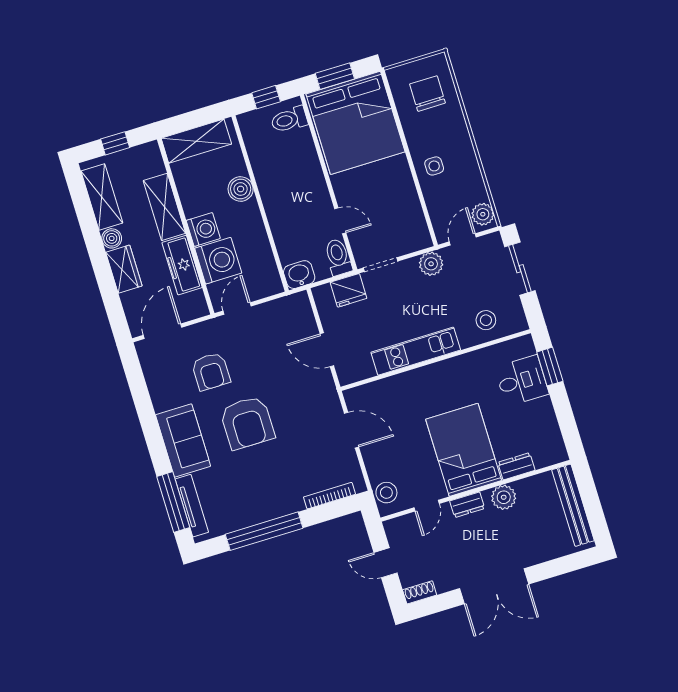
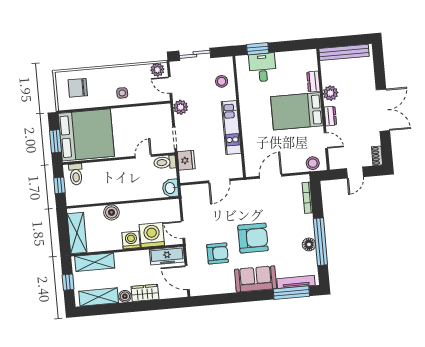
shelving: (164, 207) -> (95, 262), moved
freezer: (182, 265) -> (167, 256), moved
floor lamp: (256, 514) -> (309, 244), added

